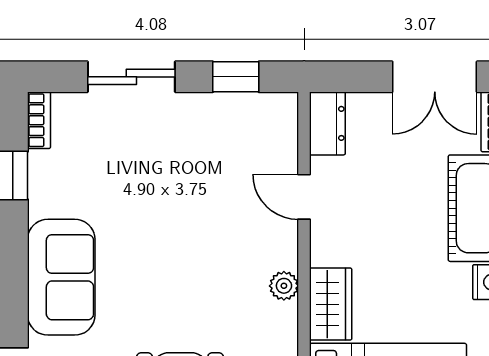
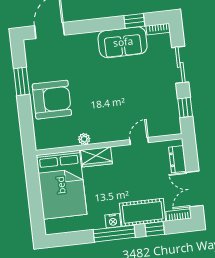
dresser: (327, 123) -> (177, 159), moved, turned 90
sofa: (61, 277) -> (123, 42), moved
plant: (284, 286) -> (84, 139), moved

